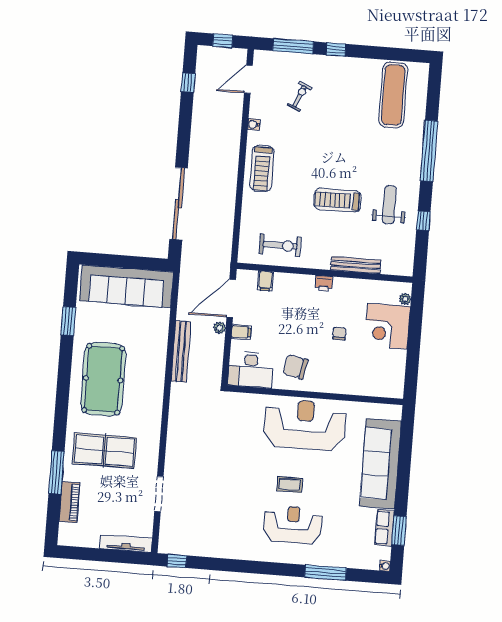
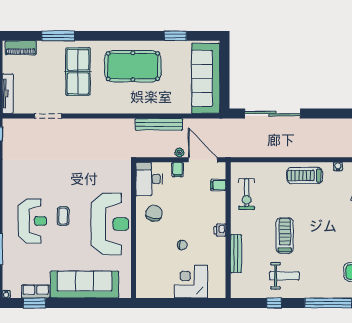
plant: (405, 299) -> (213, 294), removed
piano: (69, 502) -> (21, 48), moved

